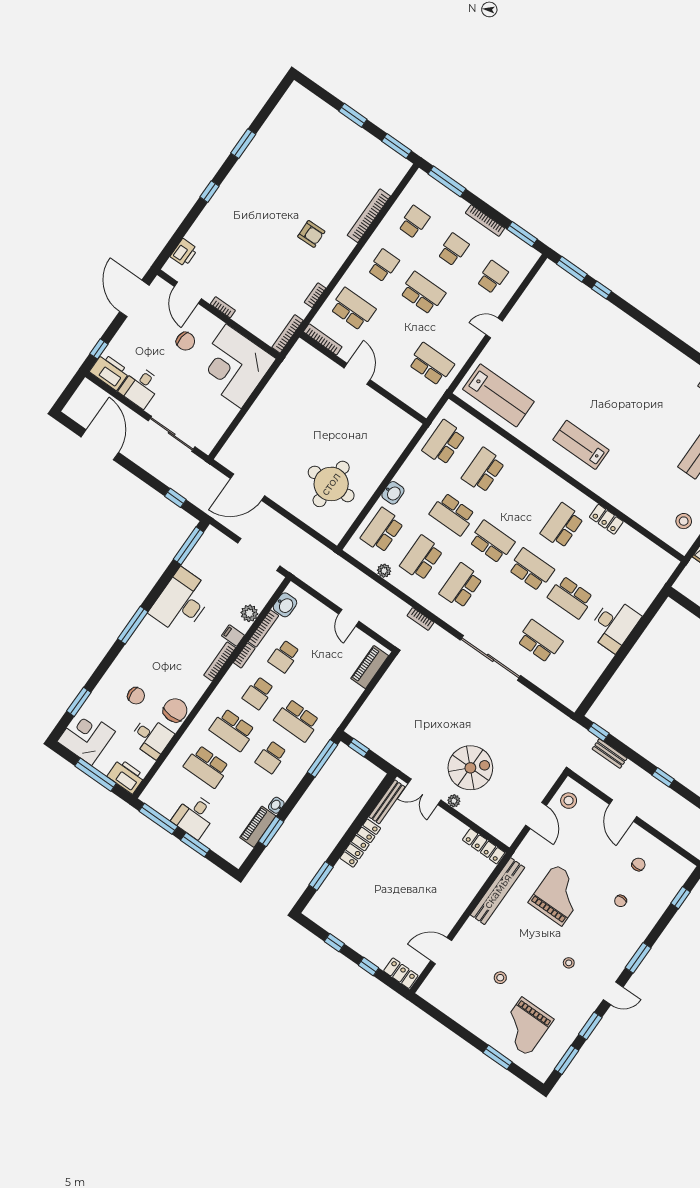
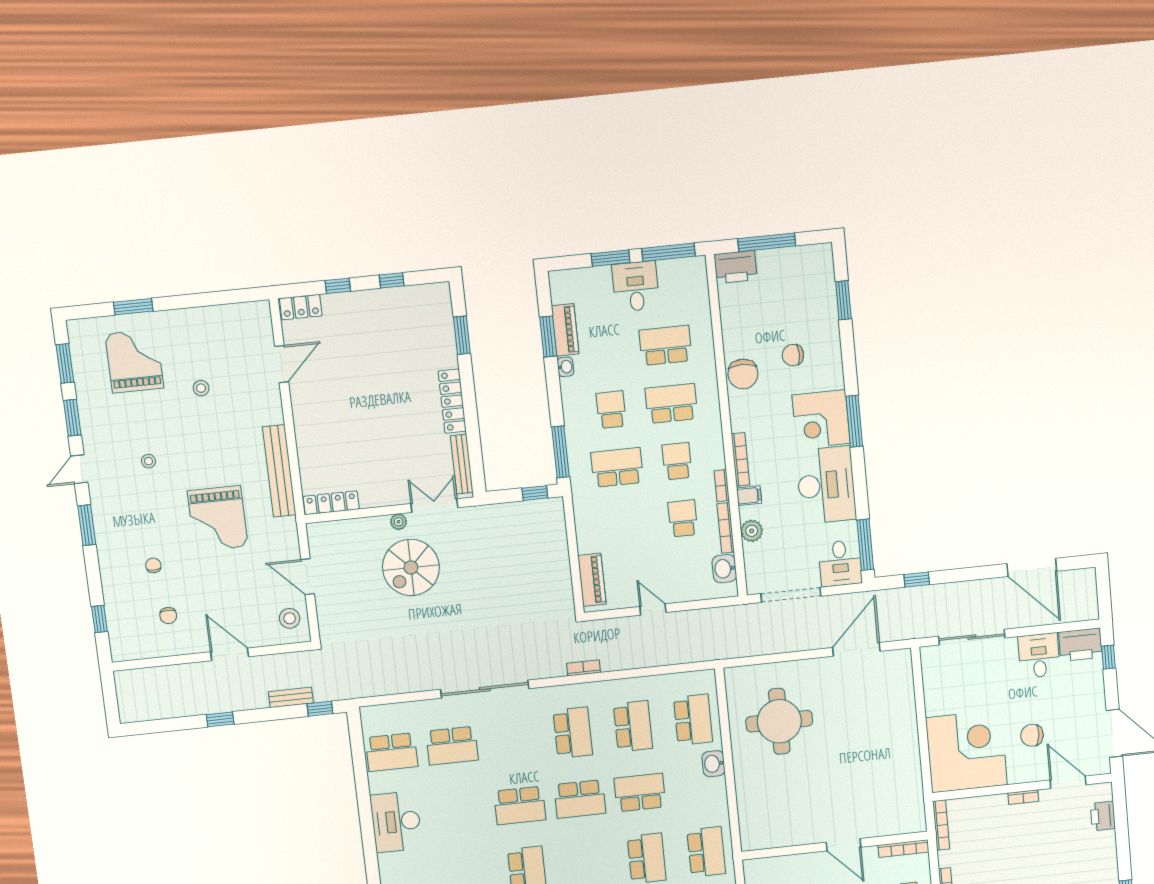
plant: (384, 571) -> (658, 683), removed
school desk: (571, 597) -> (392, 752), moved, turned 180
corner desk: (86, 736) -> (821, 419), moved, turned 90
desk: (151, 737) -> (840, 563), moved, turned -90

